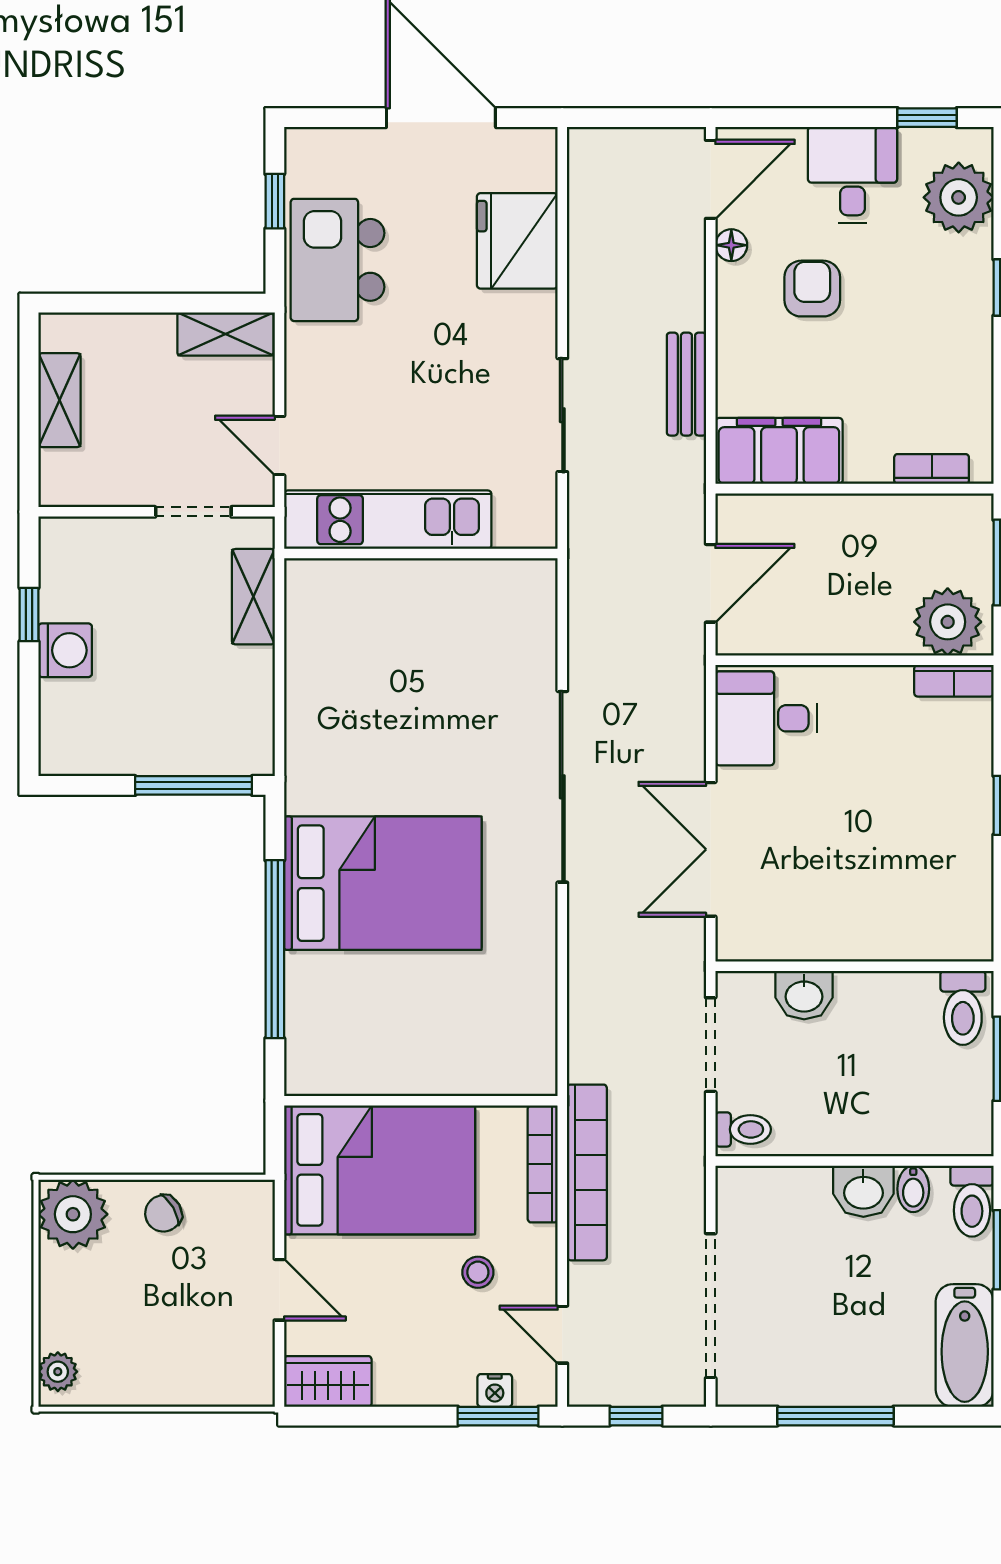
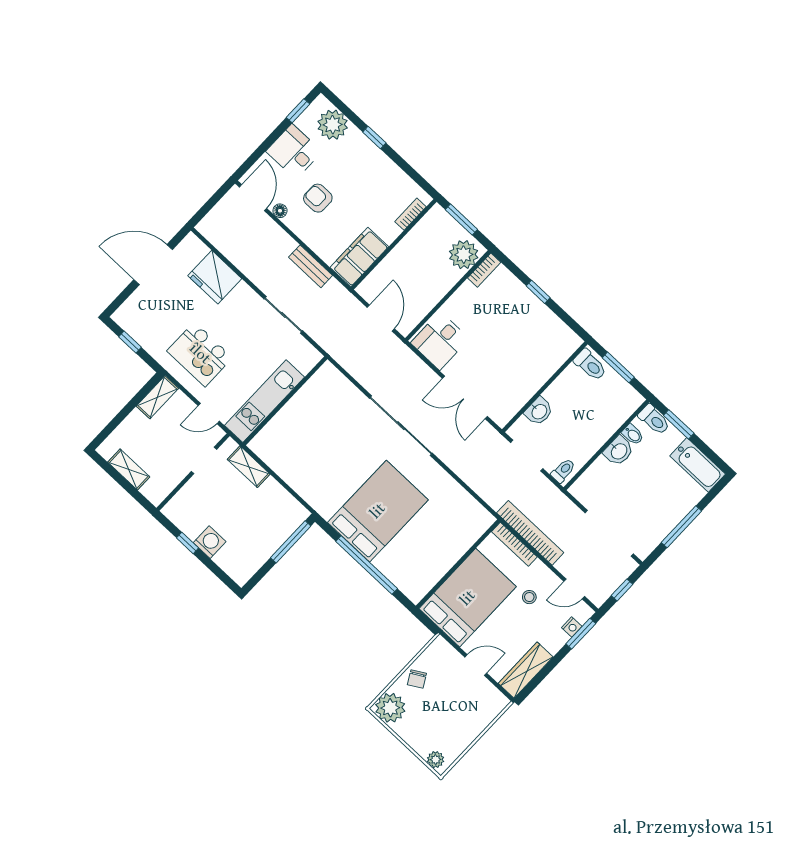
kitchen island: (337, 260) -> (200, 354), moved
wardrobe: (328, 1381) -> (526, 670), width x1.50

